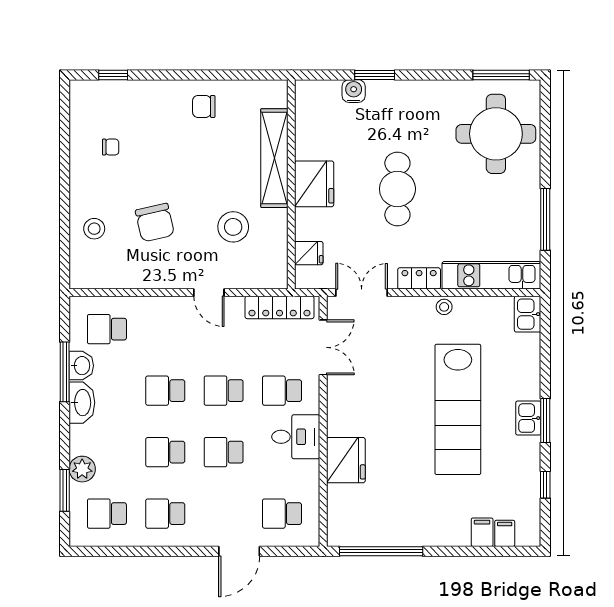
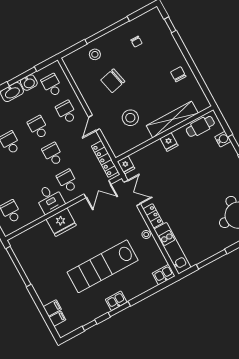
fridge: (314, 184) -> (169, 142), width x0.53, depth x0.75
window: (65, 186) -> (107, 30), added
cafe table: (397, 189) -> (200, 126), moved, width x0.73, depth x0.74
fridge: (309, 253) -> (126, 165), moved
school desk: (224, 452) -> (66, 112), moved
fridge: (346, 460) -> (61, 222), moved

